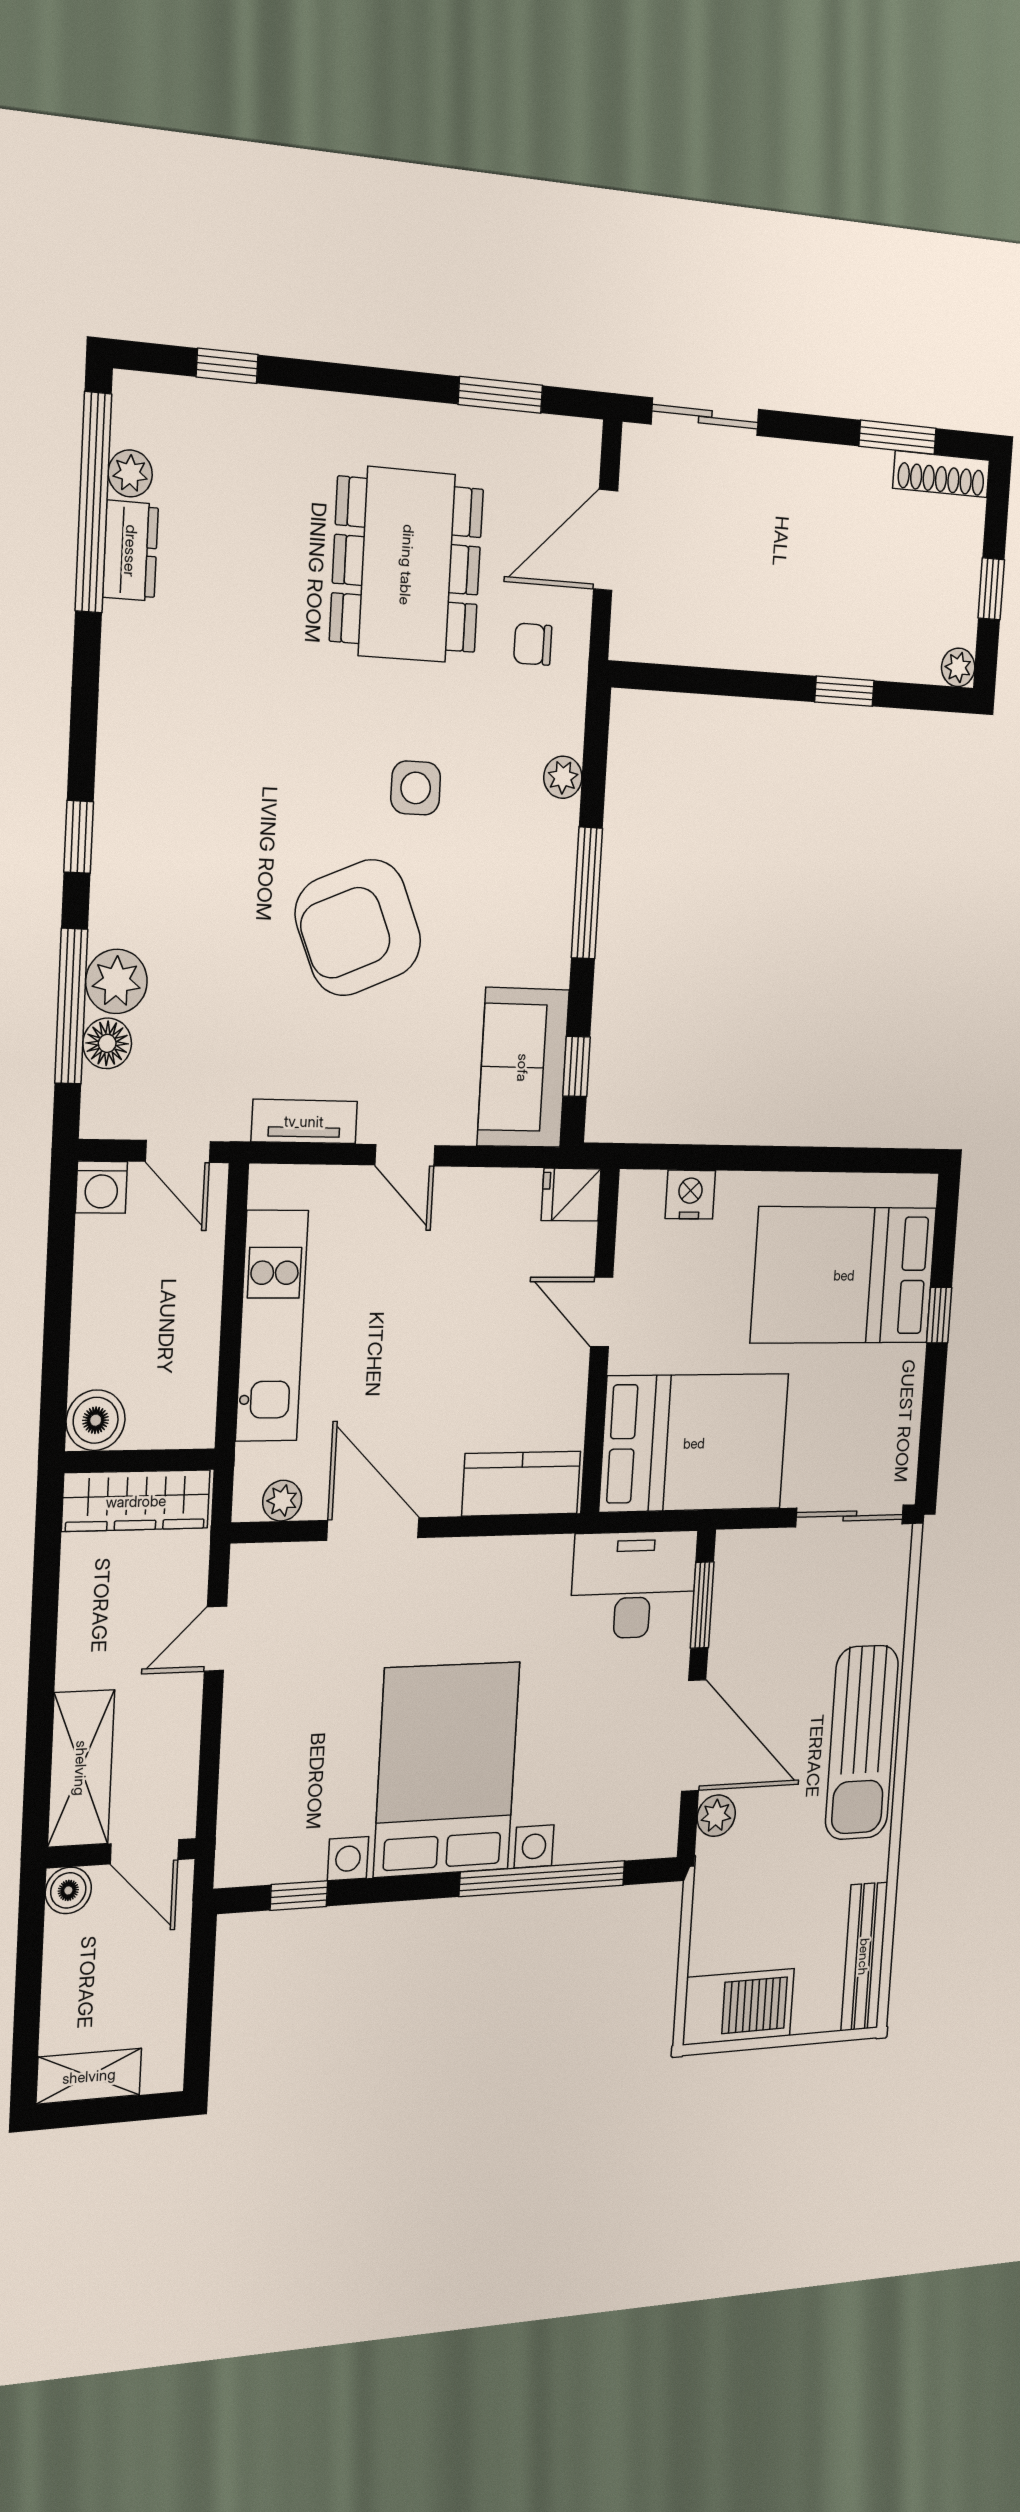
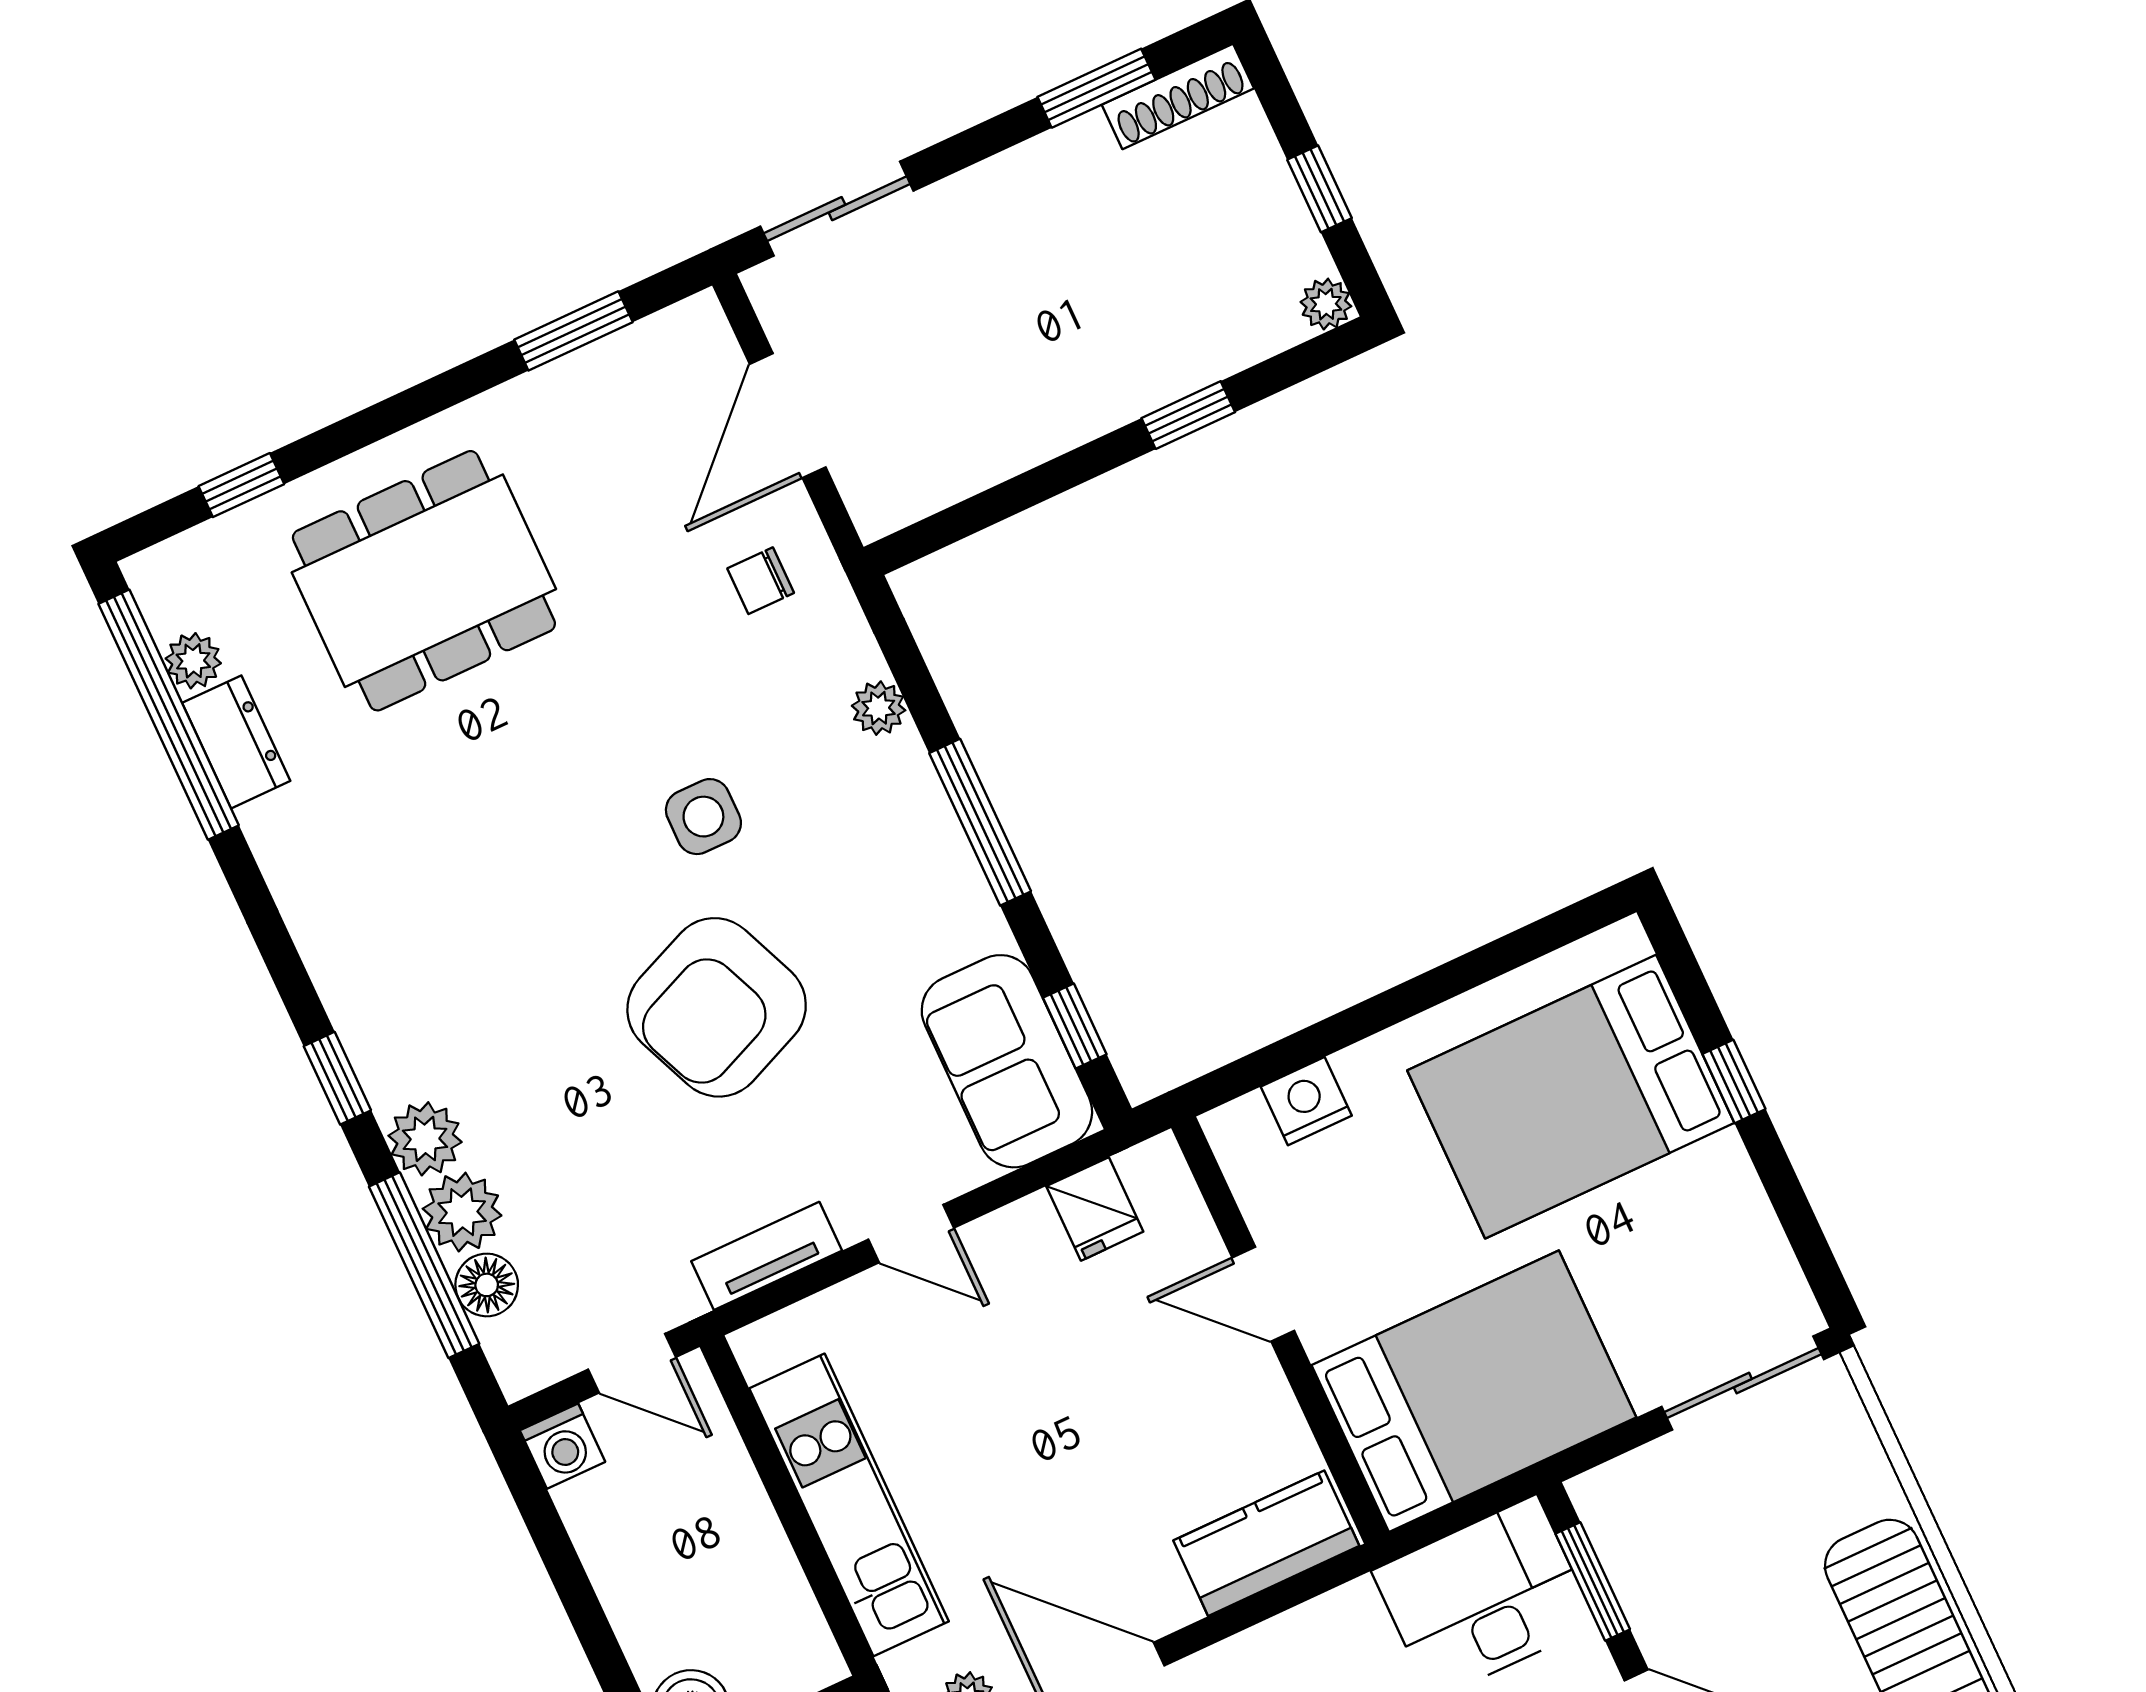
dining table: (407, 565) -> (424, 581), moved, turned 90
plant: (117, 914) -> (425, 1139), added
fridge: (571, 1195) -> (1095, 1209), moved, turned -90

